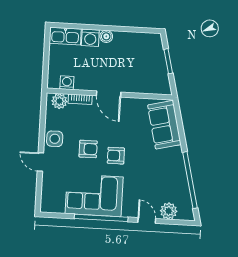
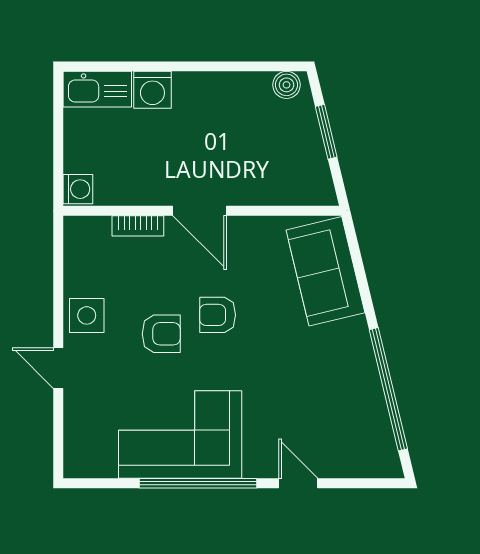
boiler: (106, 36) -> (286, 85), moved
washing machine: (67, 83) -> (78, 189), moved, turned 90
plant: (59, 101) -> (92, 232), removed
armchair: (116, 156) -> (218, 315), moved
plant: (169, 211) -> (345, 460), removed

